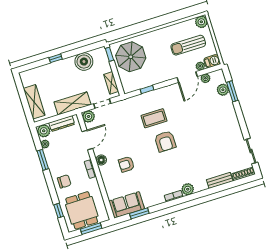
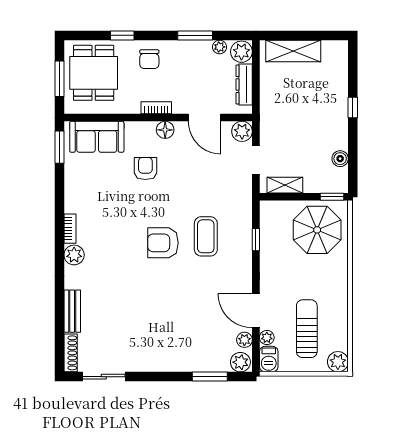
boiler: (84, 62) -> (340, 159), width x0.54, depth x0.54
plant: (223, 90) -> (240, 362), moved
shelving: (73, 103) -> (271, 112), removed
sofa: (127, 205) -> (97, 137), moved, turned 90
dining table: (82, 210) -> (94, 73), turned 90
window: (59, 211) -> (122, 35), moved
window: (139, 213) -> (59, 147), moved

